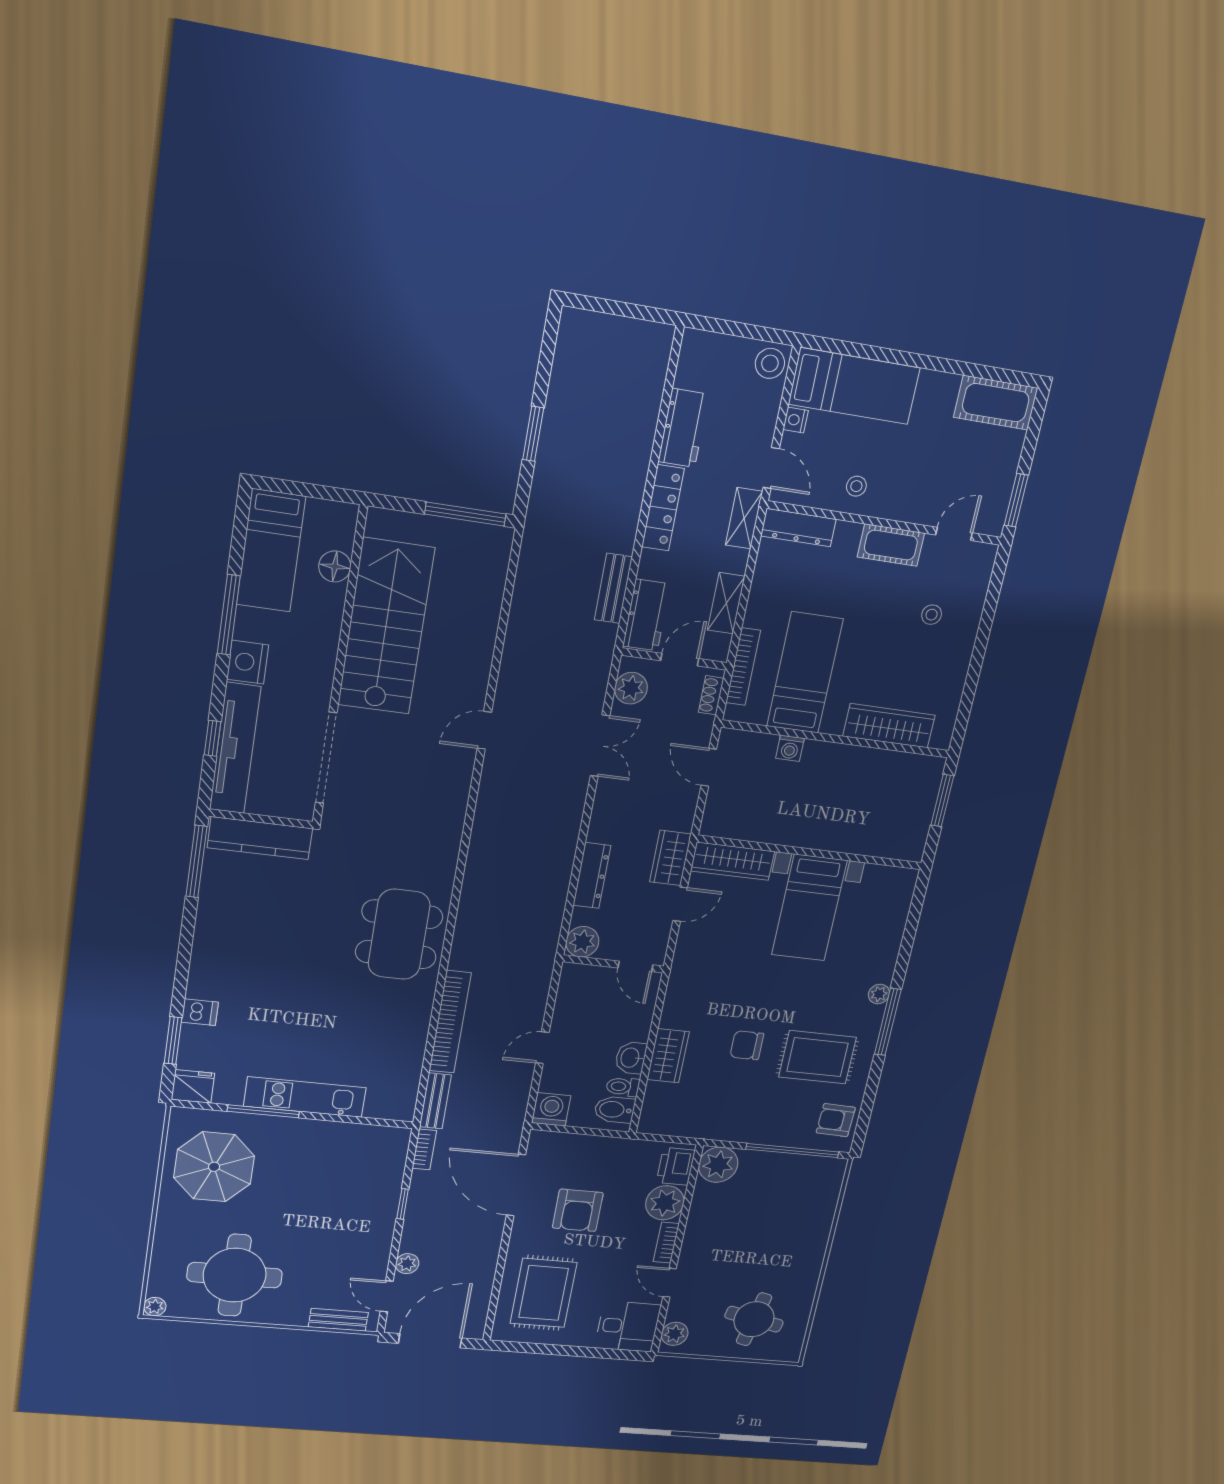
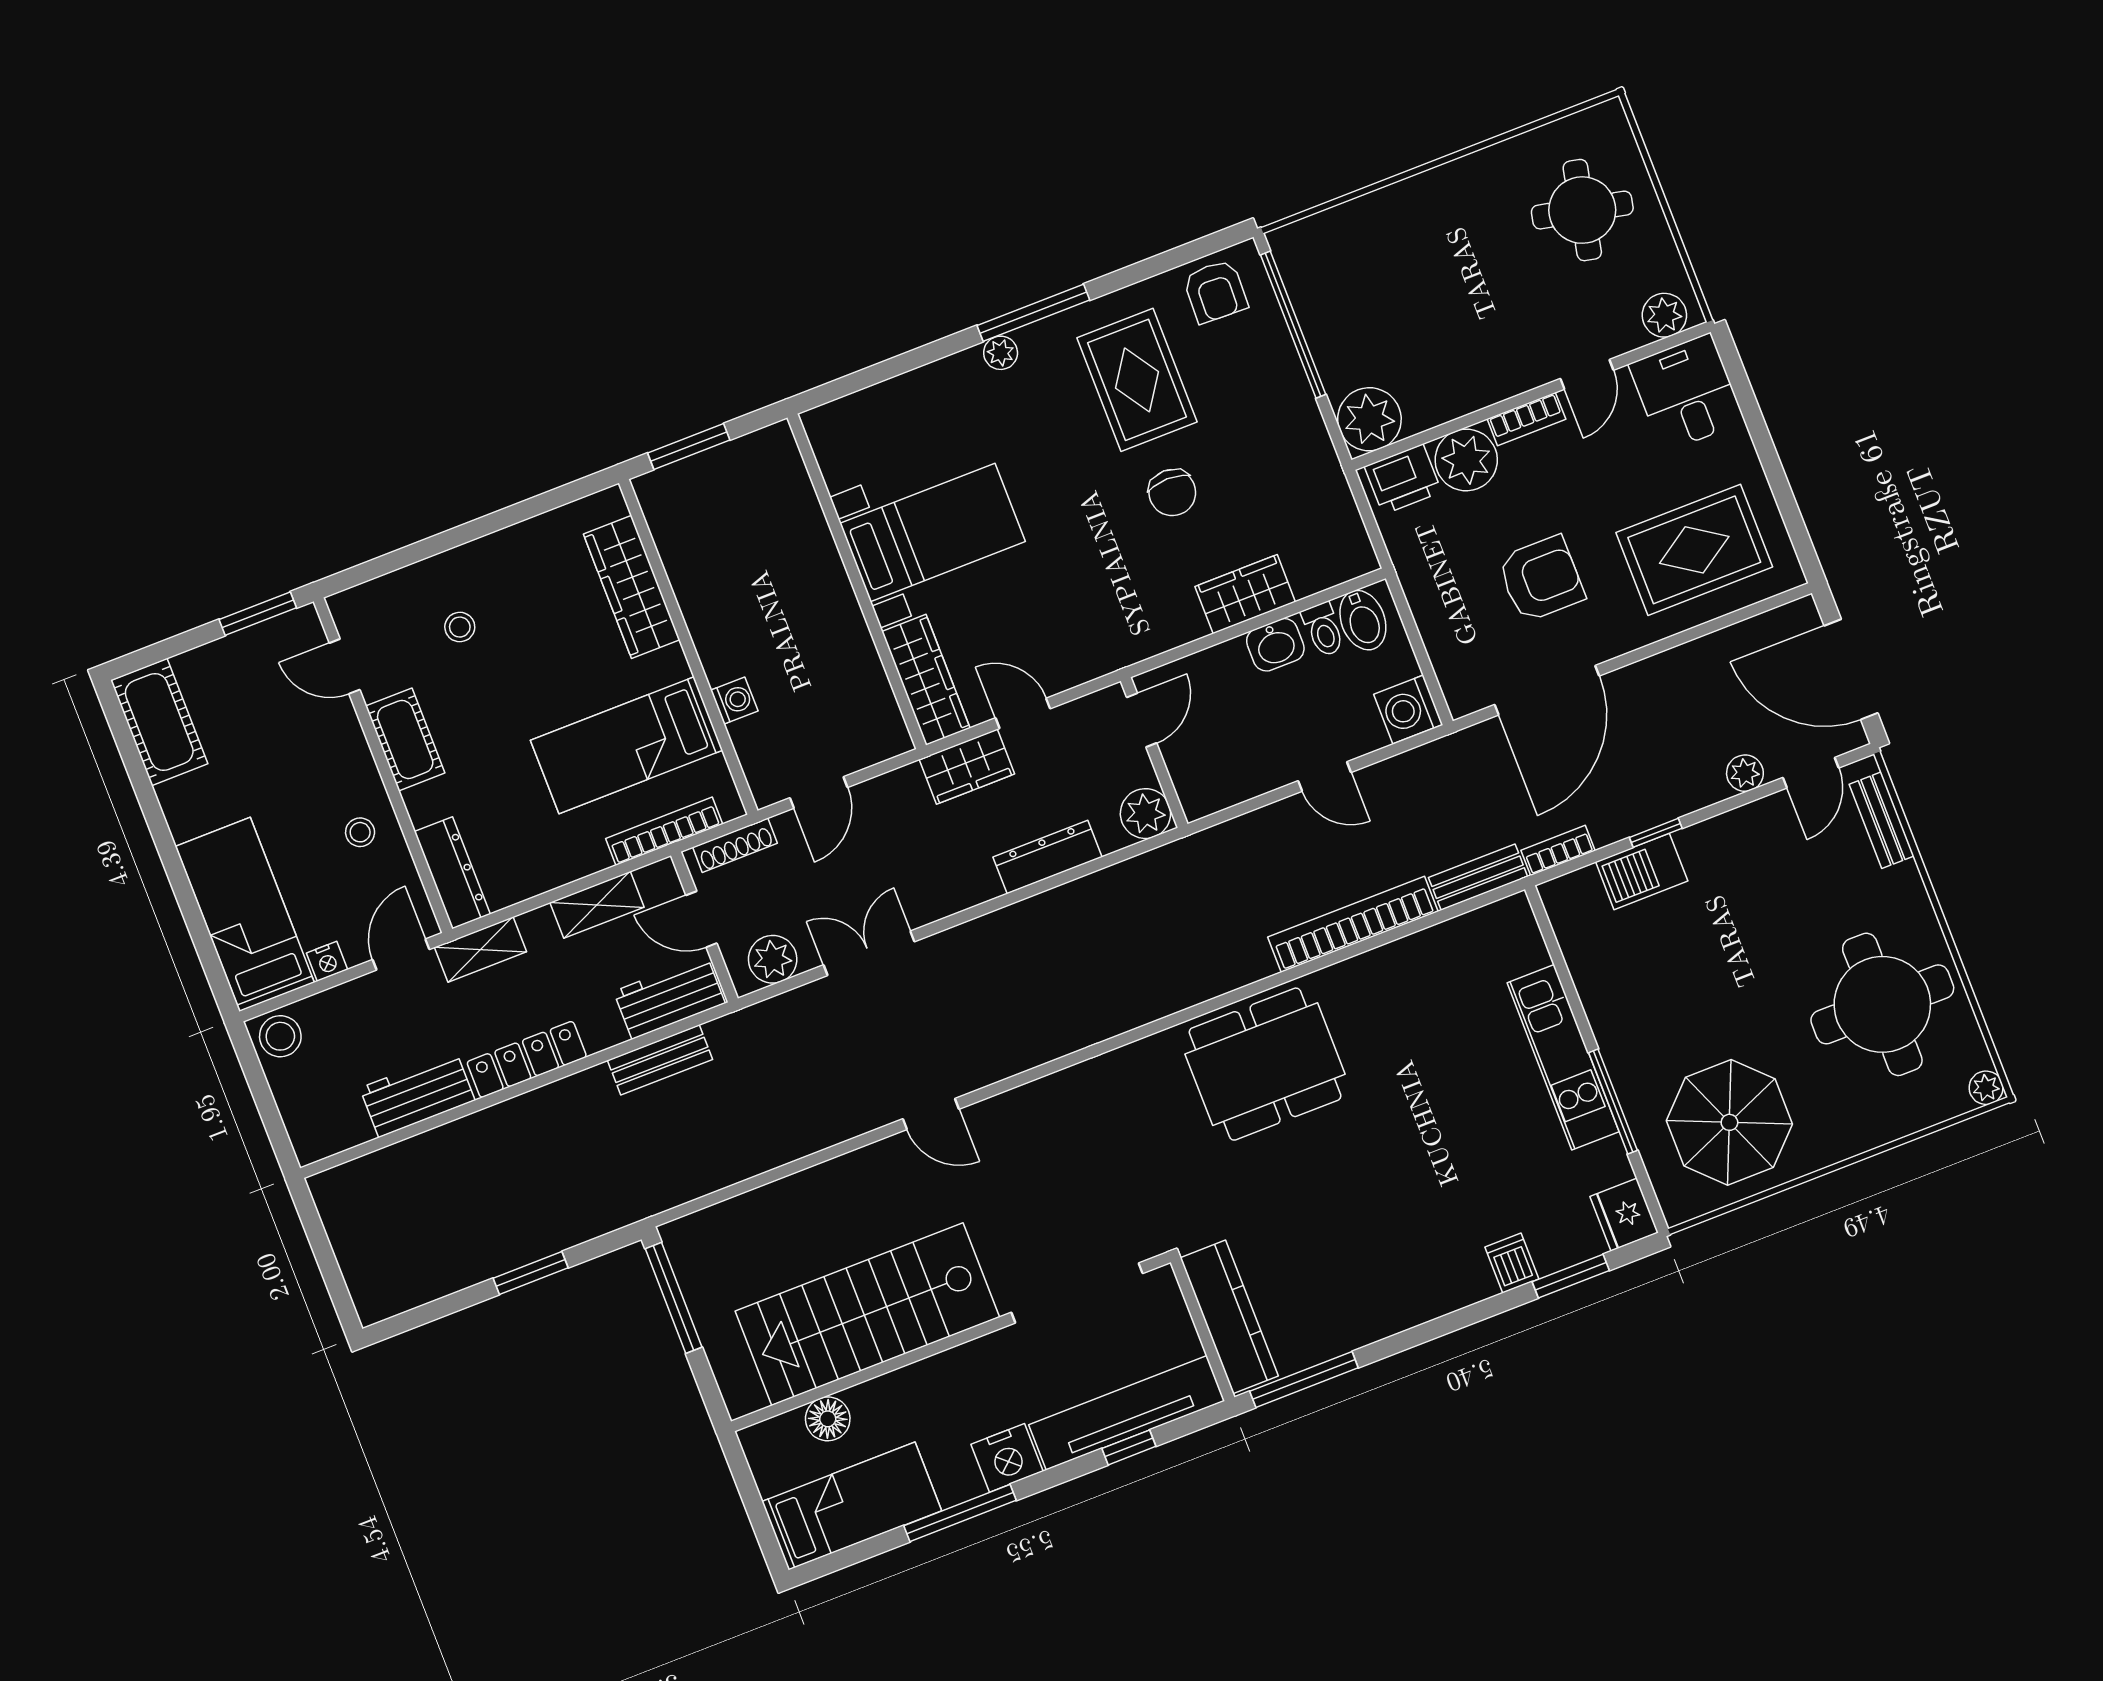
shoe rack: (711, 695) -> (735, 845), width x1.43
barbecue: (386, 1187) -> (1642, 871), added

